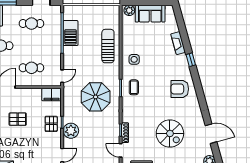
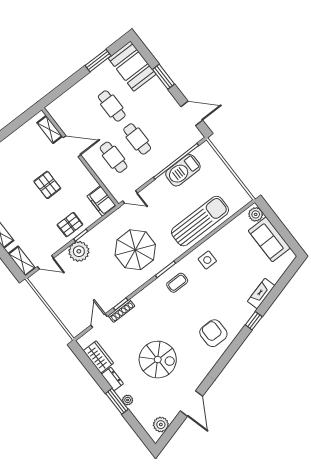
cafe table: (31, 24) -> (137, 139), moved
sun lounger: (108, 46) -> (200, 221), width x1.36, depth x1.34
spiral stairs: (170, 133) -> (158, 360), turned -90

